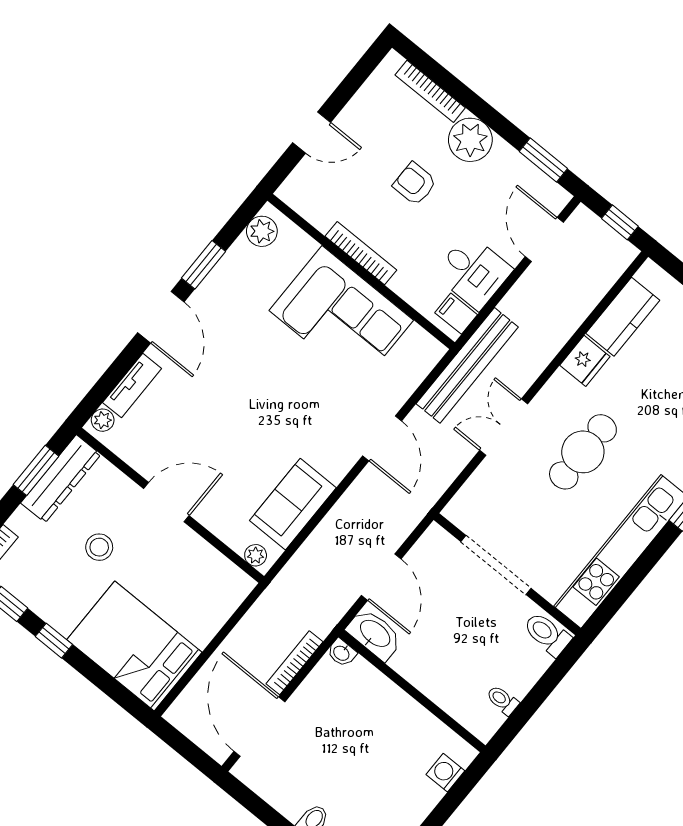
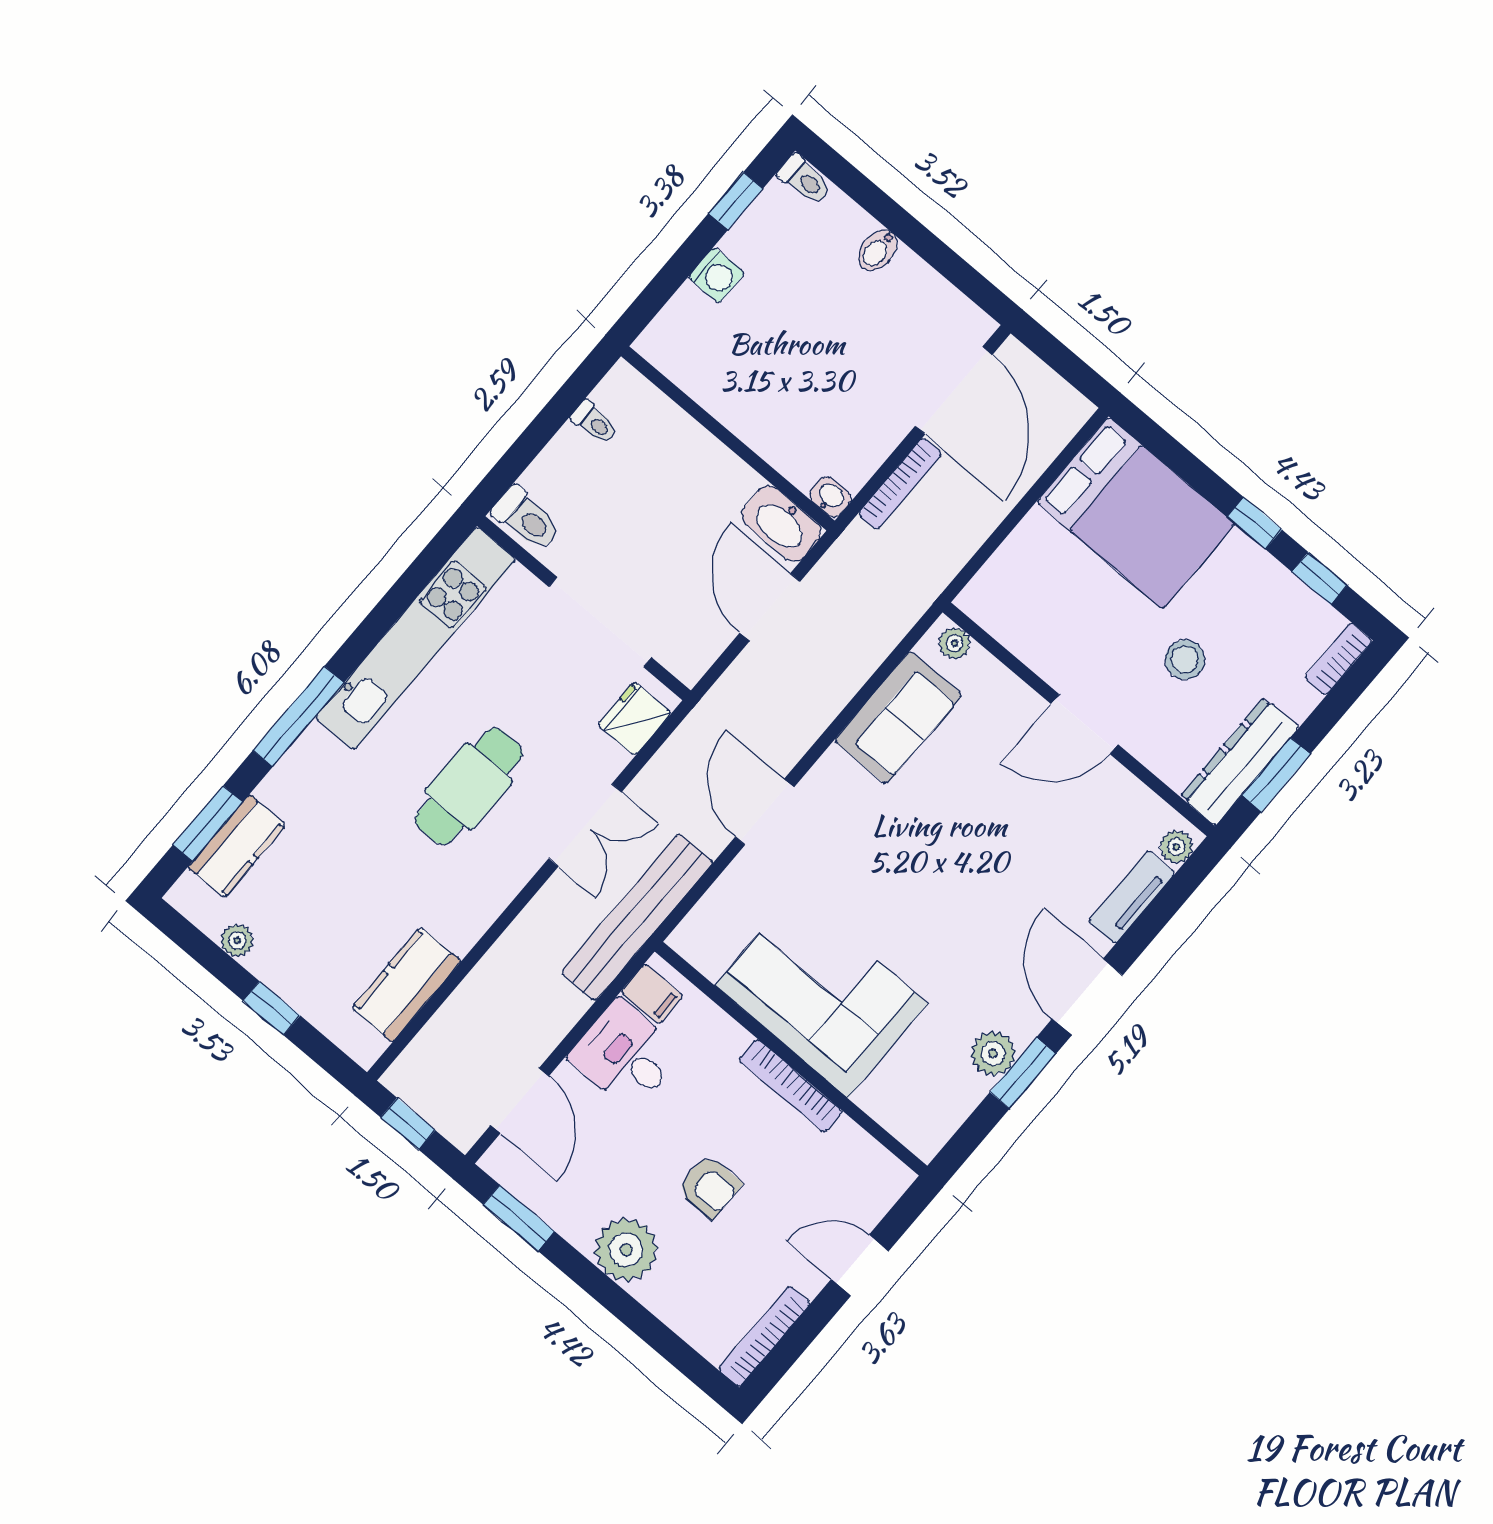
bookcase: (430, 91) -> (764, 1336), moved, turned -90
plant: (262, 231) -> (993, 1053), moved
fridge: (585, 361) -> (634, 719), moved
washing machine: (445, 773) -> (716, 275), moved

